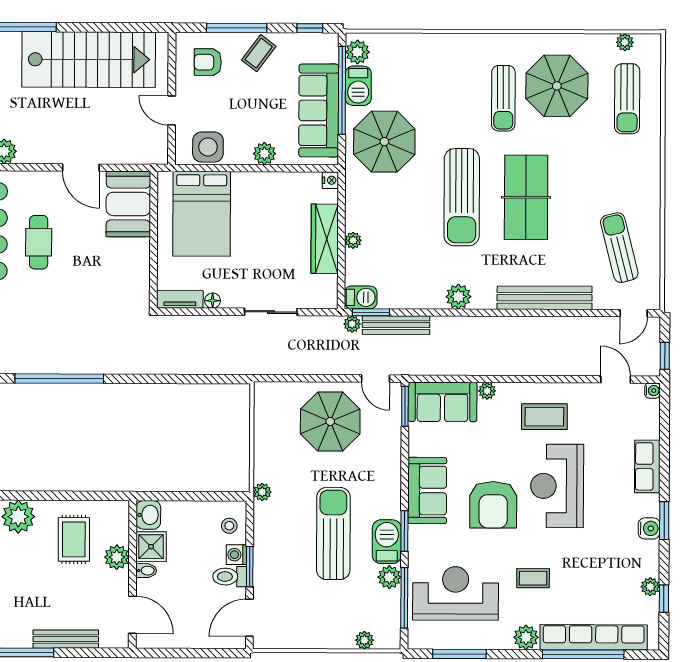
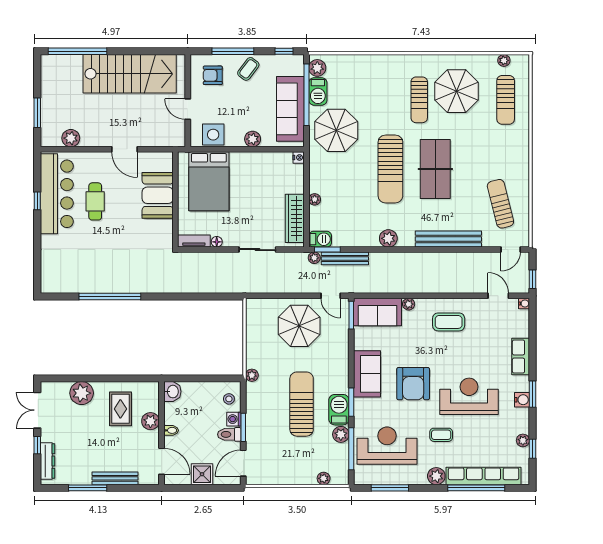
booth: (128, 204) -> (158, 195), moved
wardrobe: (325, 239) -> (295, 218), moved
reception desk: (557, 486) -> (469, 396), moved, turned 90
shower: (151, 547) -> (202, 474), moved

